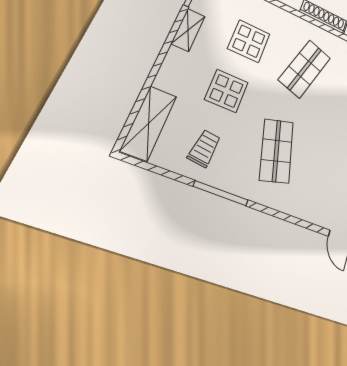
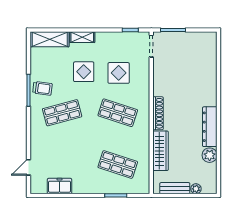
shelving: (188, 30) -> (82, 37), moved
trolley: (204, 148) -> (42, 88), moved

